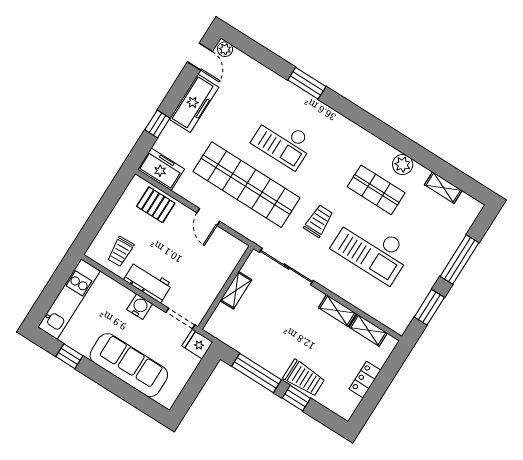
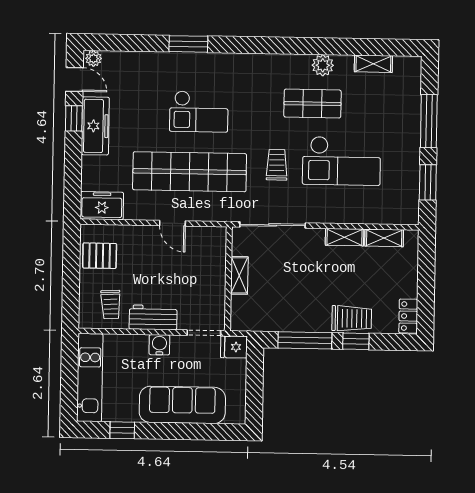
window: (157, 124) -> (74, 118), moved
pallet: (156, 205) -> (100, 256), moved
locker: (365, 380) -> (408, 316), moved

